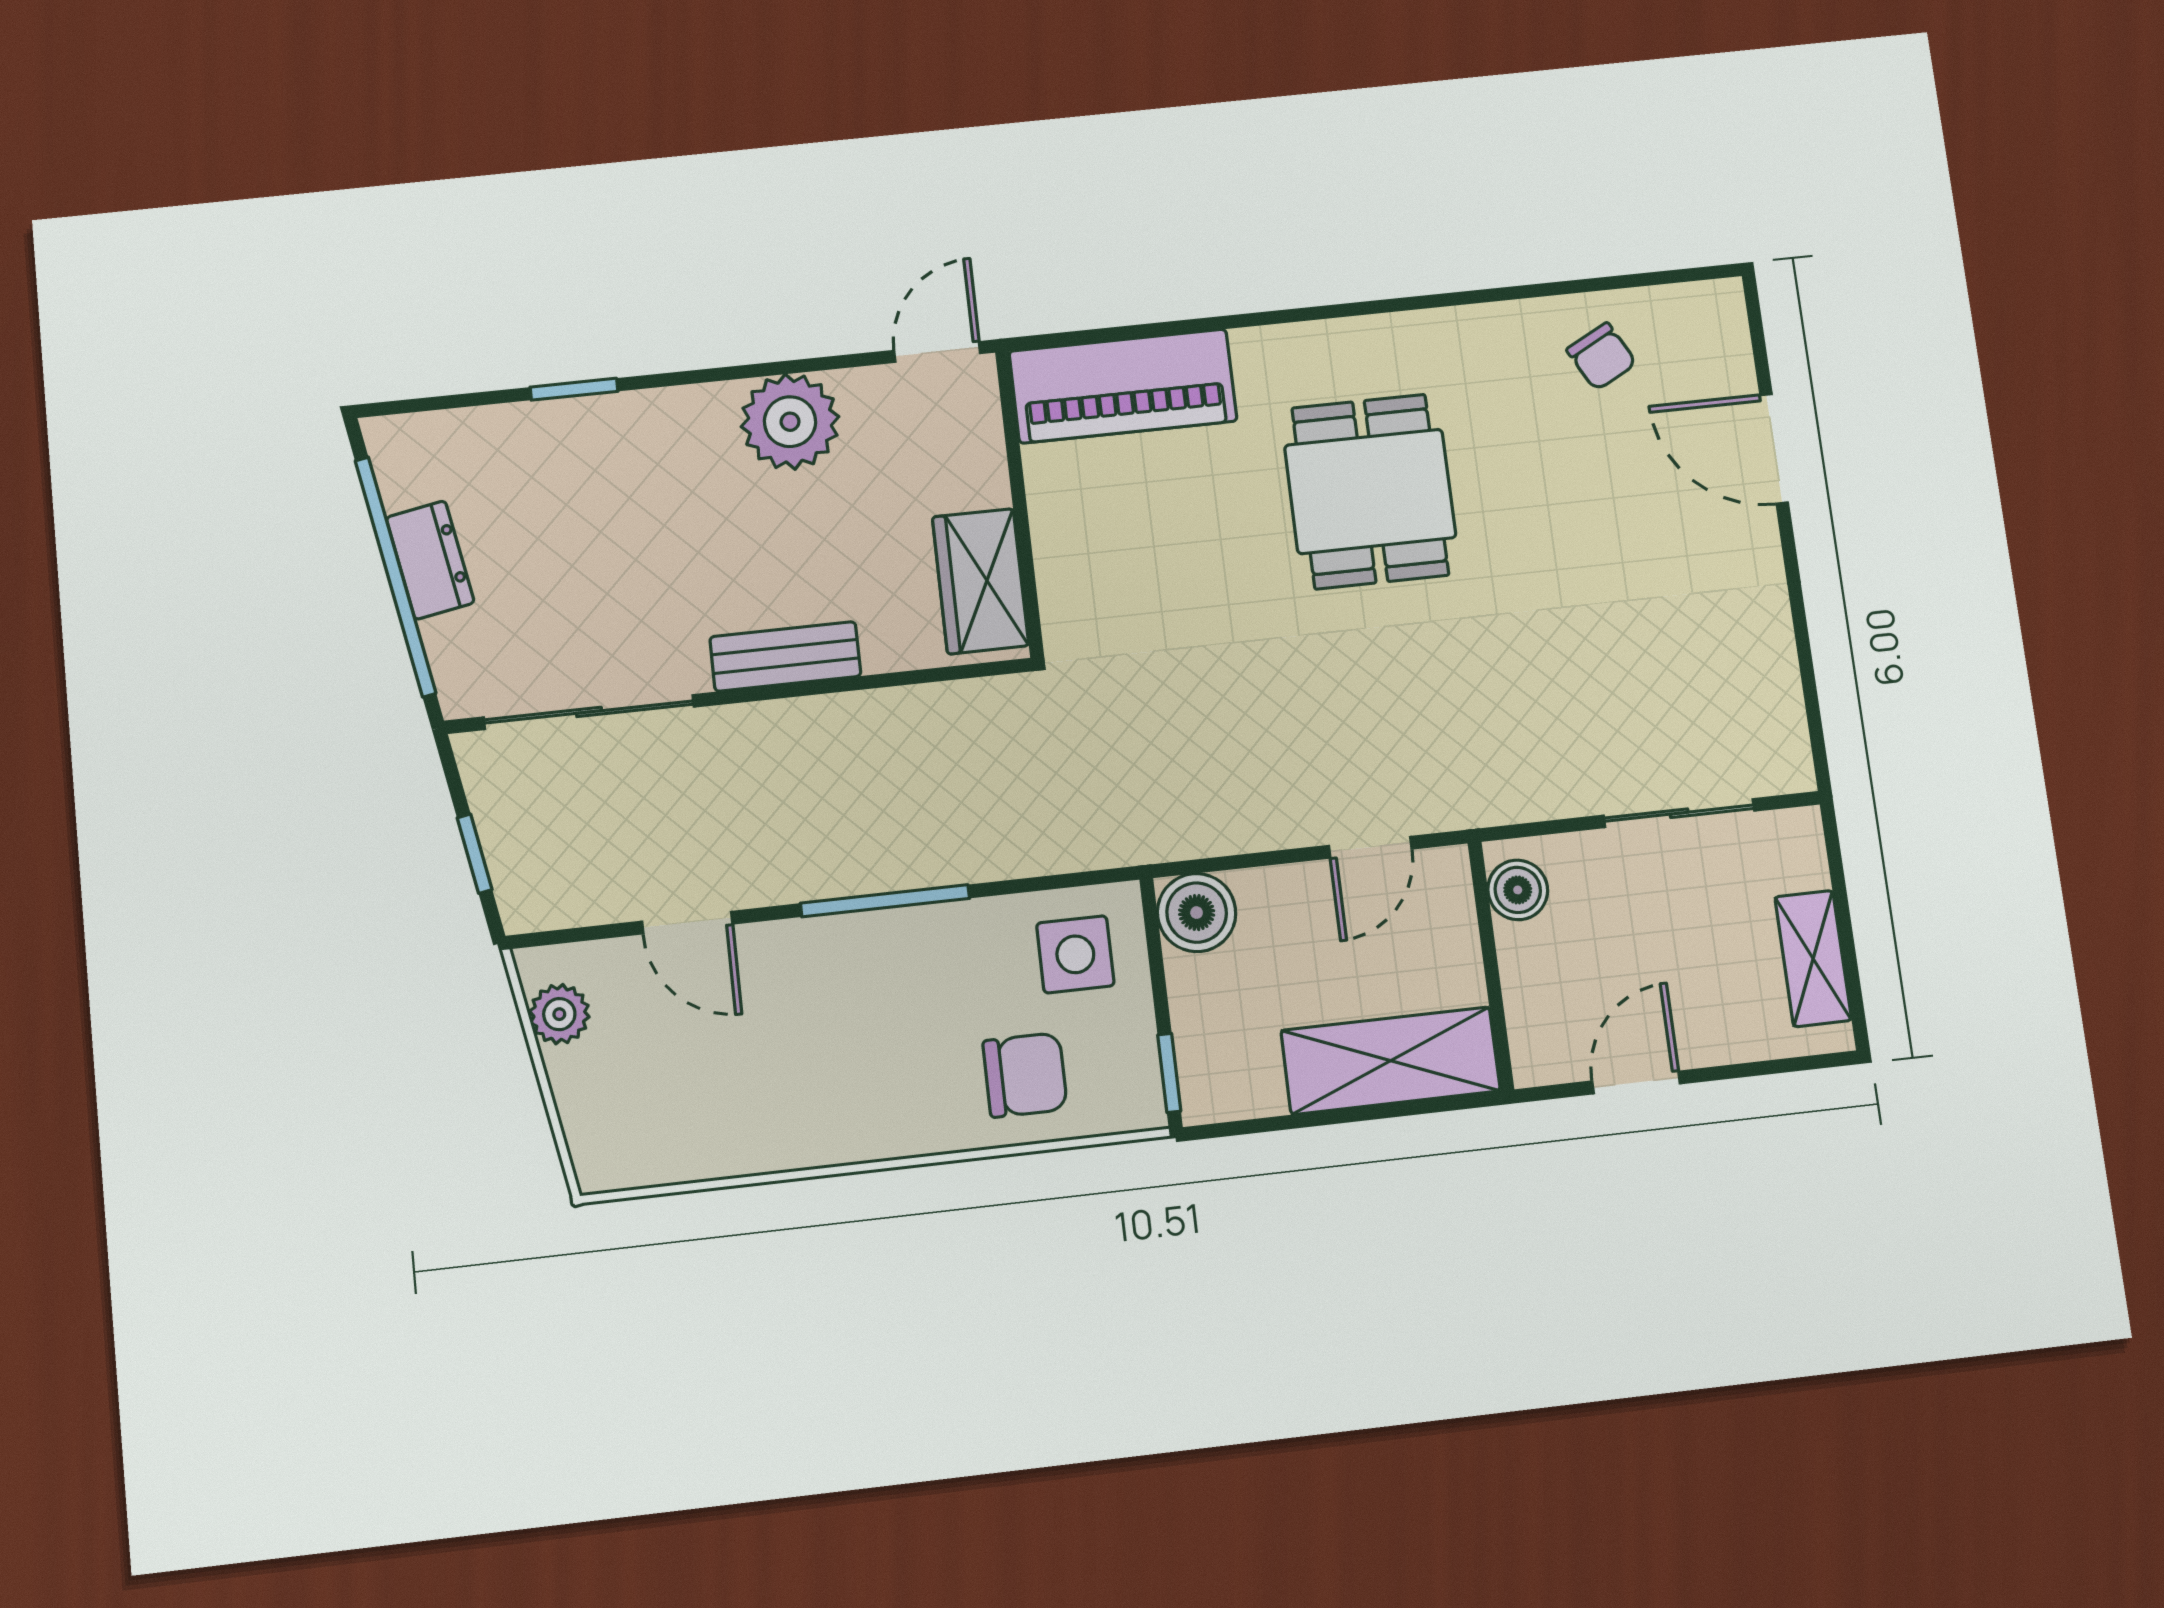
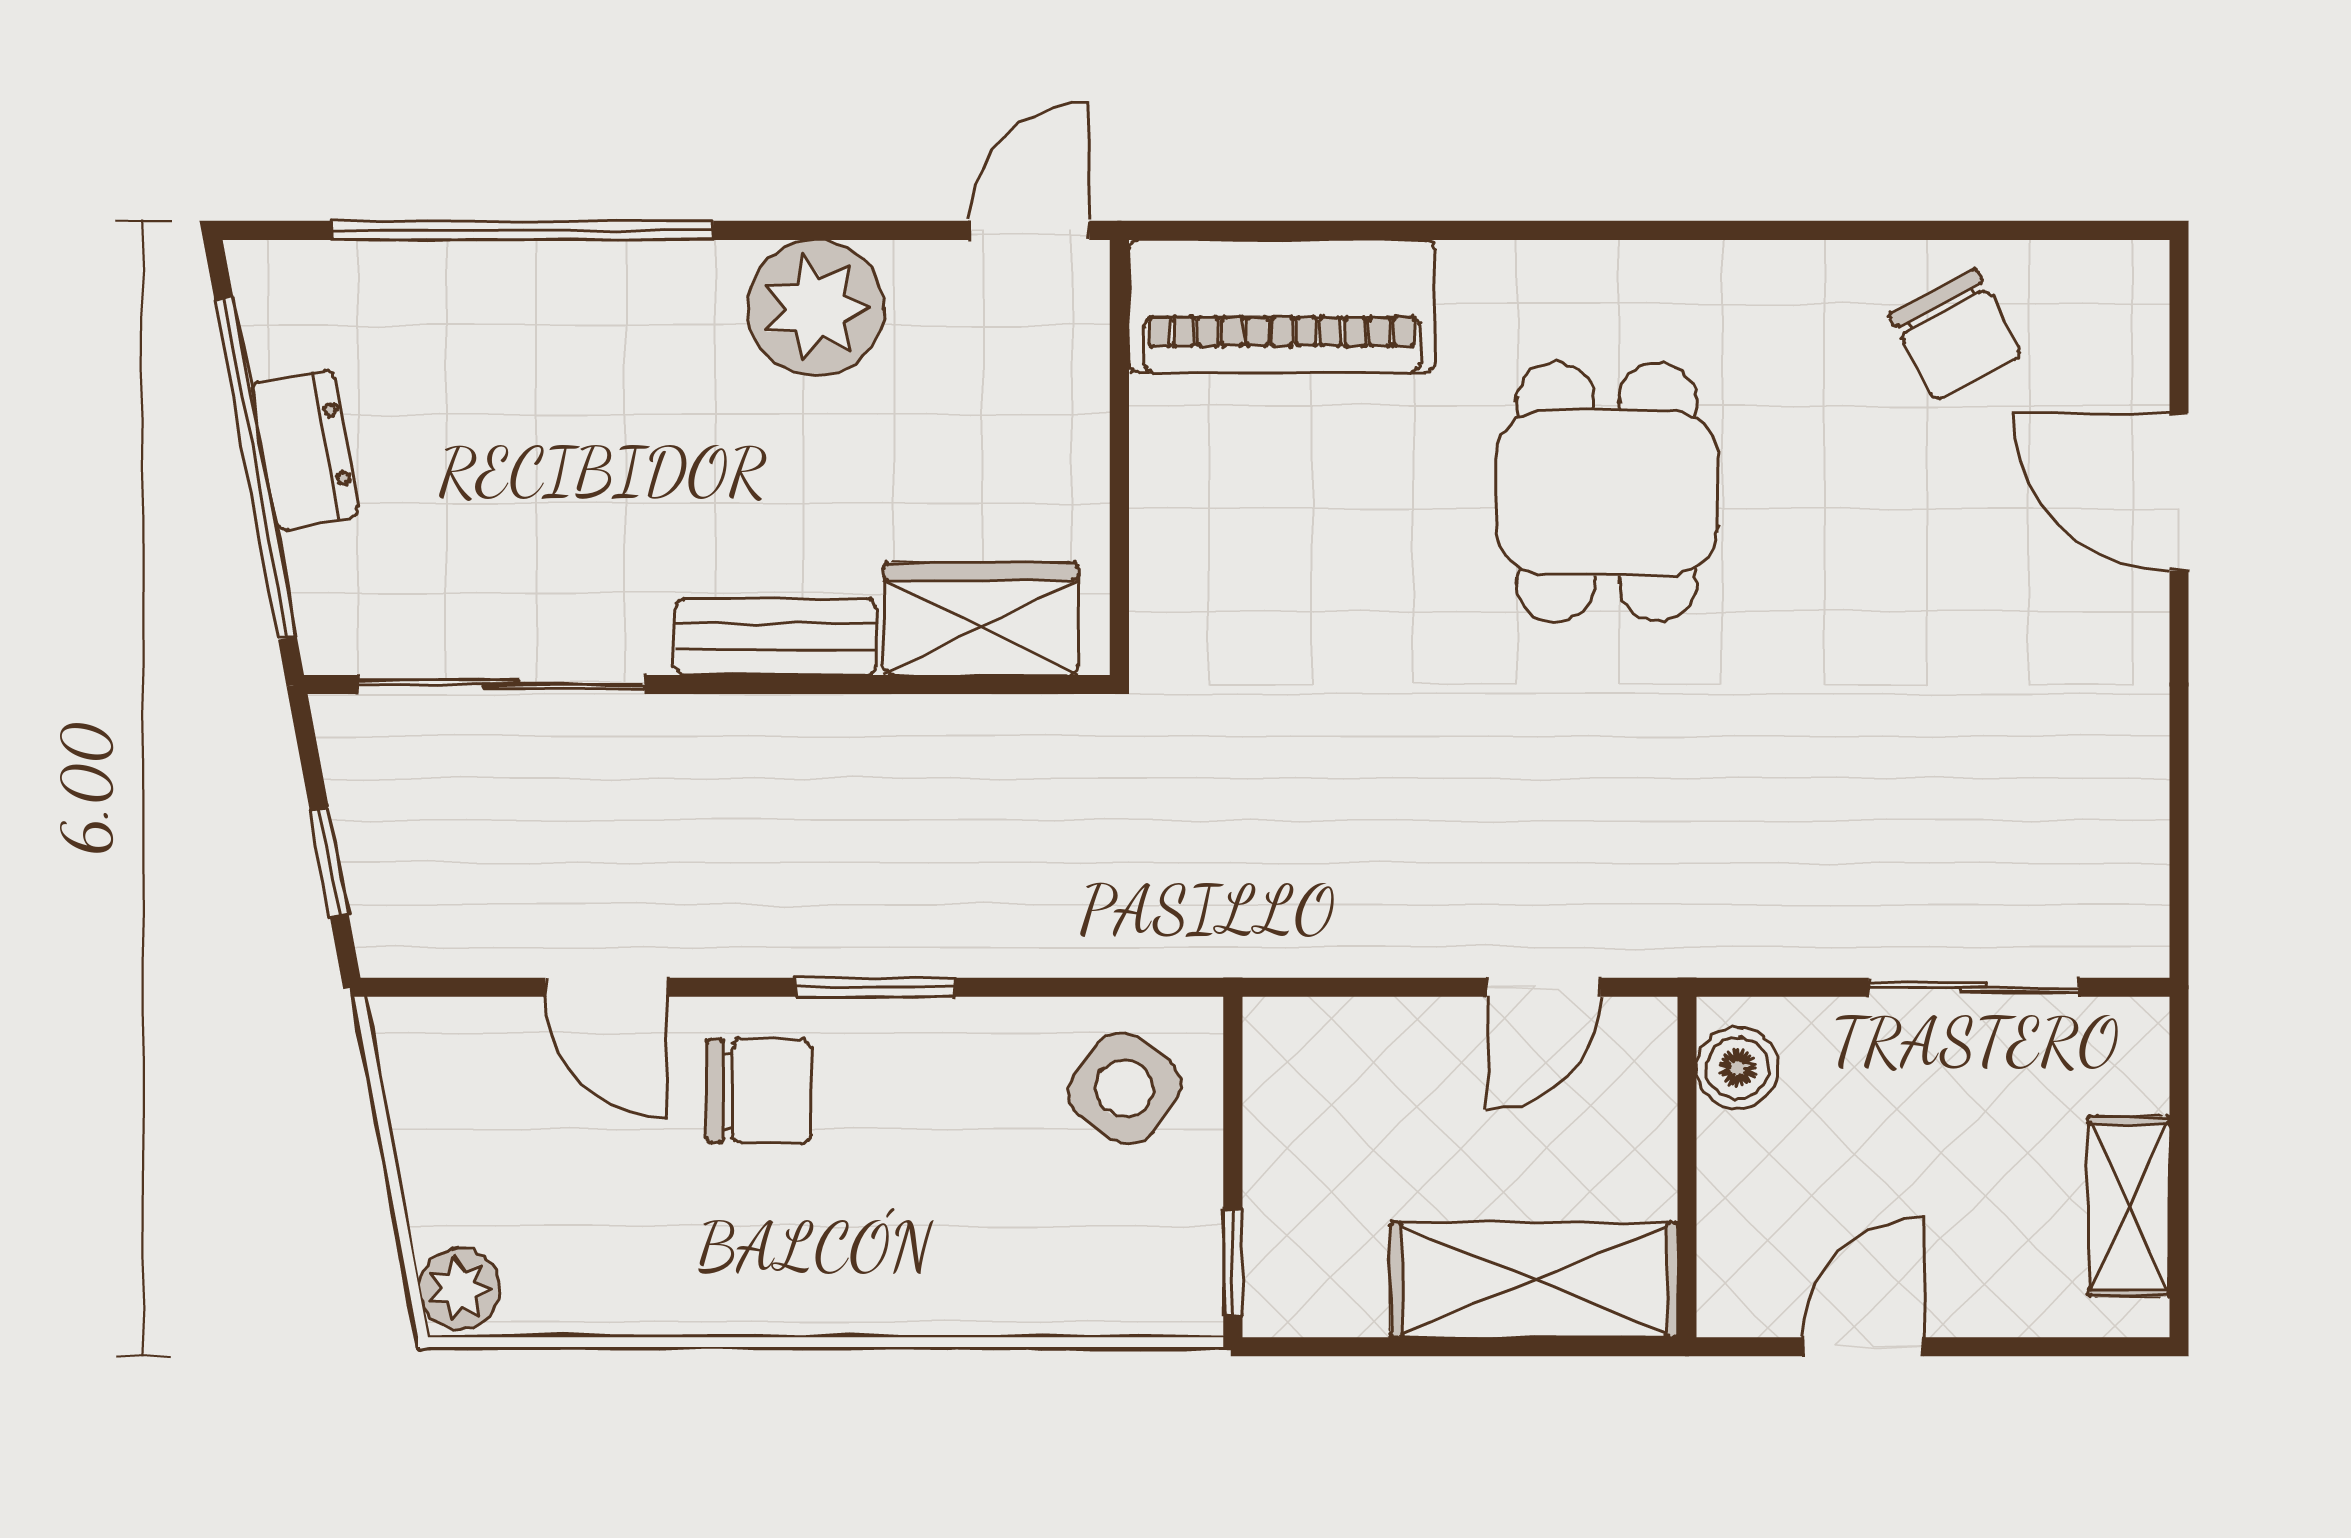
chair: (1602, 356) -> (1955, 335), width x1.37, depth x1.37
window: (574, 389) -> (523, 230), width x3.17
wardrobe: (980, 581) -> (981, 619), moved, turned 90
window: (885, 901) -> (876, 987), width x0.69
boiler: (1197, 913) -> (1296, 1050), removed
side table: (1075, 954) -> (1125, 1089), turned 35
plant: (559, 1014) -> (460, 1289), moved
chair: (1025, 1075) -> (759, 1091), moved

